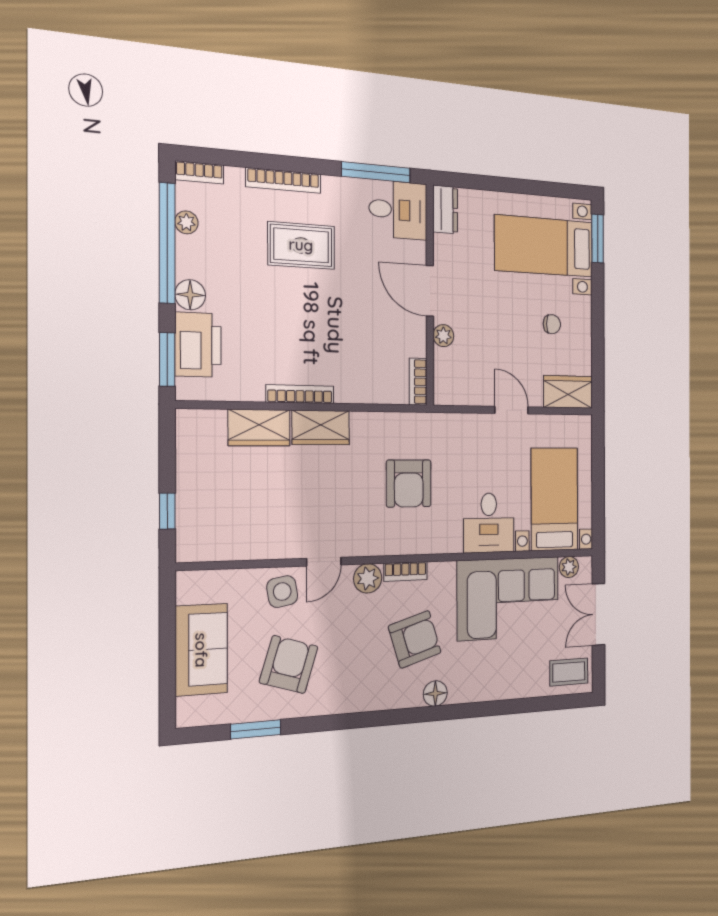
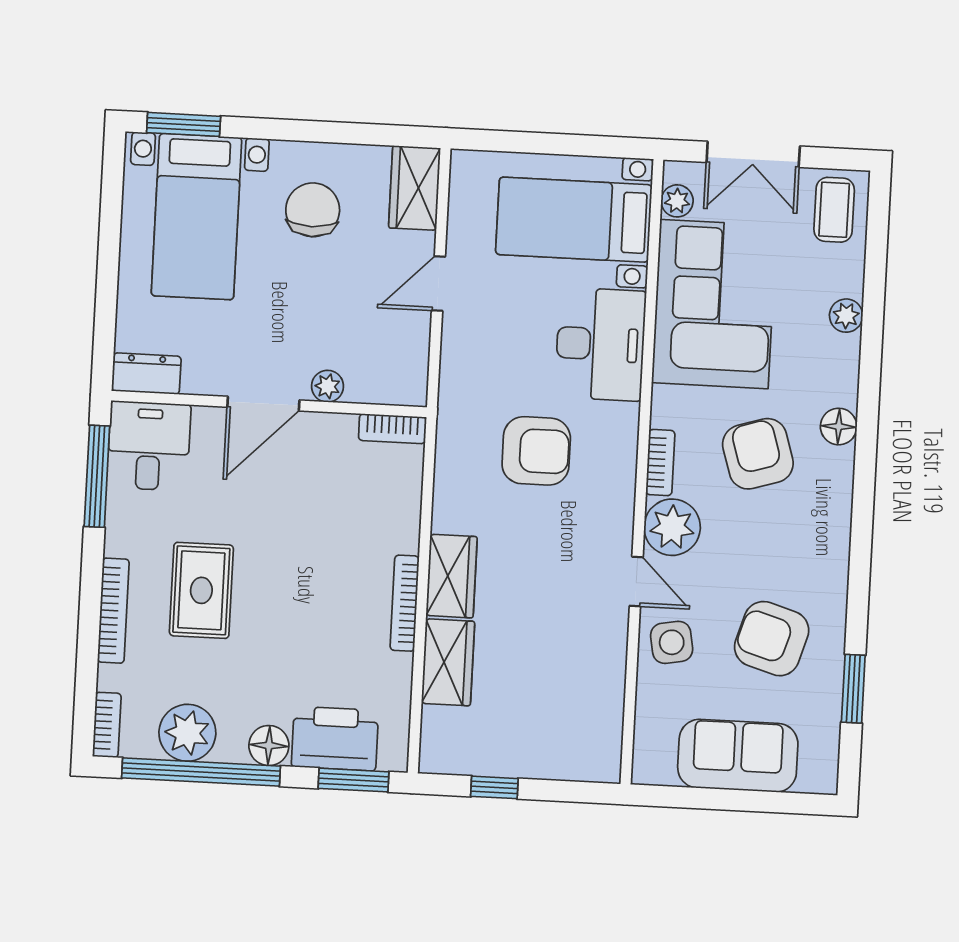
plant: (186, 222) -> (187, 733), width x1.88, depth x1.88
chair: (552, 324) -> (313, 210), width x1.87, depth x1.87
window: (167, 511) -> (494, 787), moved
desk: (489, 523) -> (600, 344), width x1.37
plant: (368, 578) -> (672, 527), width x1.36, depth x1.36
plant: (506, 689) -> (846, 316), added

